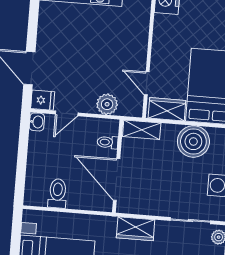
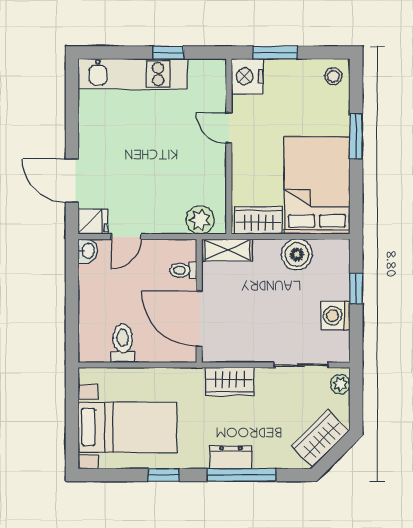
door: (147, 83) -> (229, 128), moved
plant: (107, 104) -> (200, 220), moved
boiler: (193, 141) -> (297, 254), width x0.73, depth x0.73

